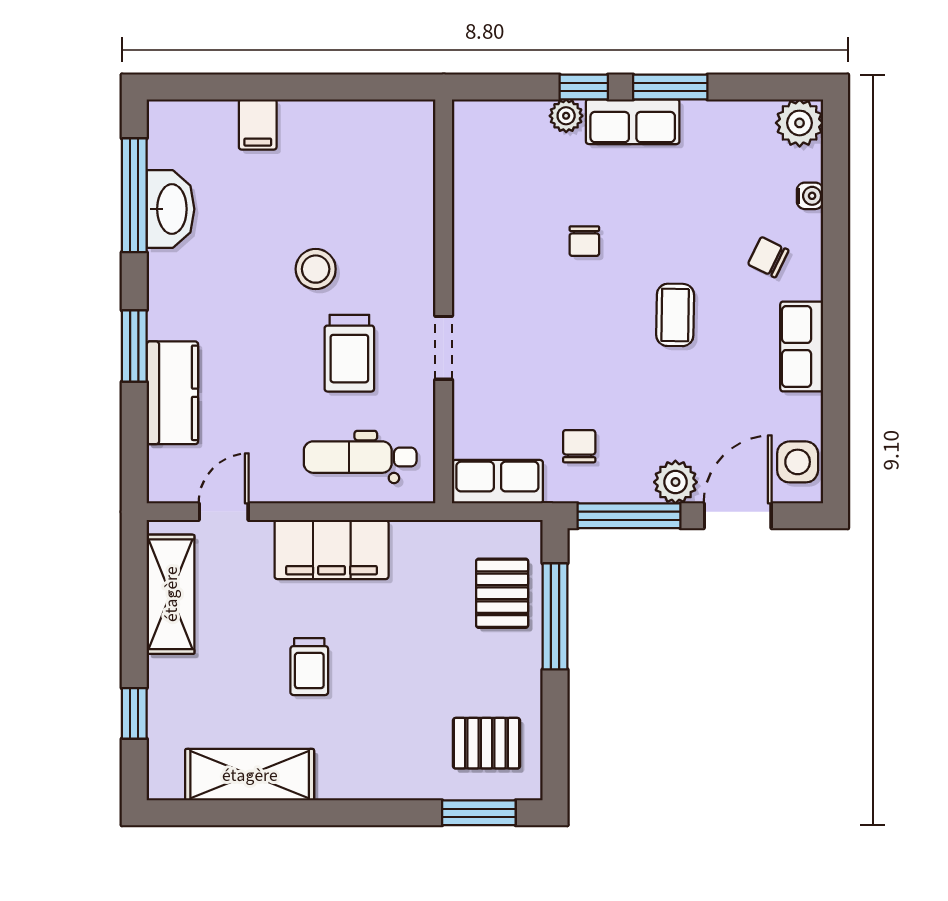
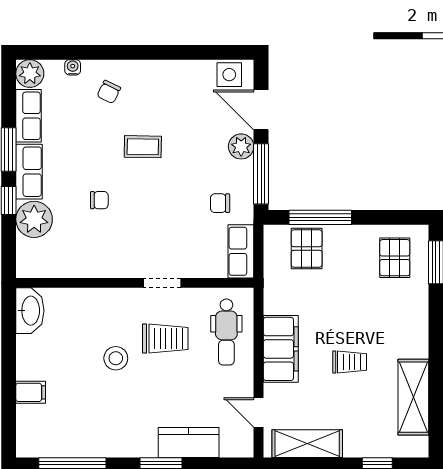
plant: (566, 116) -> (34, 219), width x1.87, depth x1.87
washbasin: (170, 209) -> (30, 311), moved, turned 90
row of seats: (802, 346) -> (28, 116), moved, turned -90
pallet: (502, 593) -> (307, 248), turned 90

